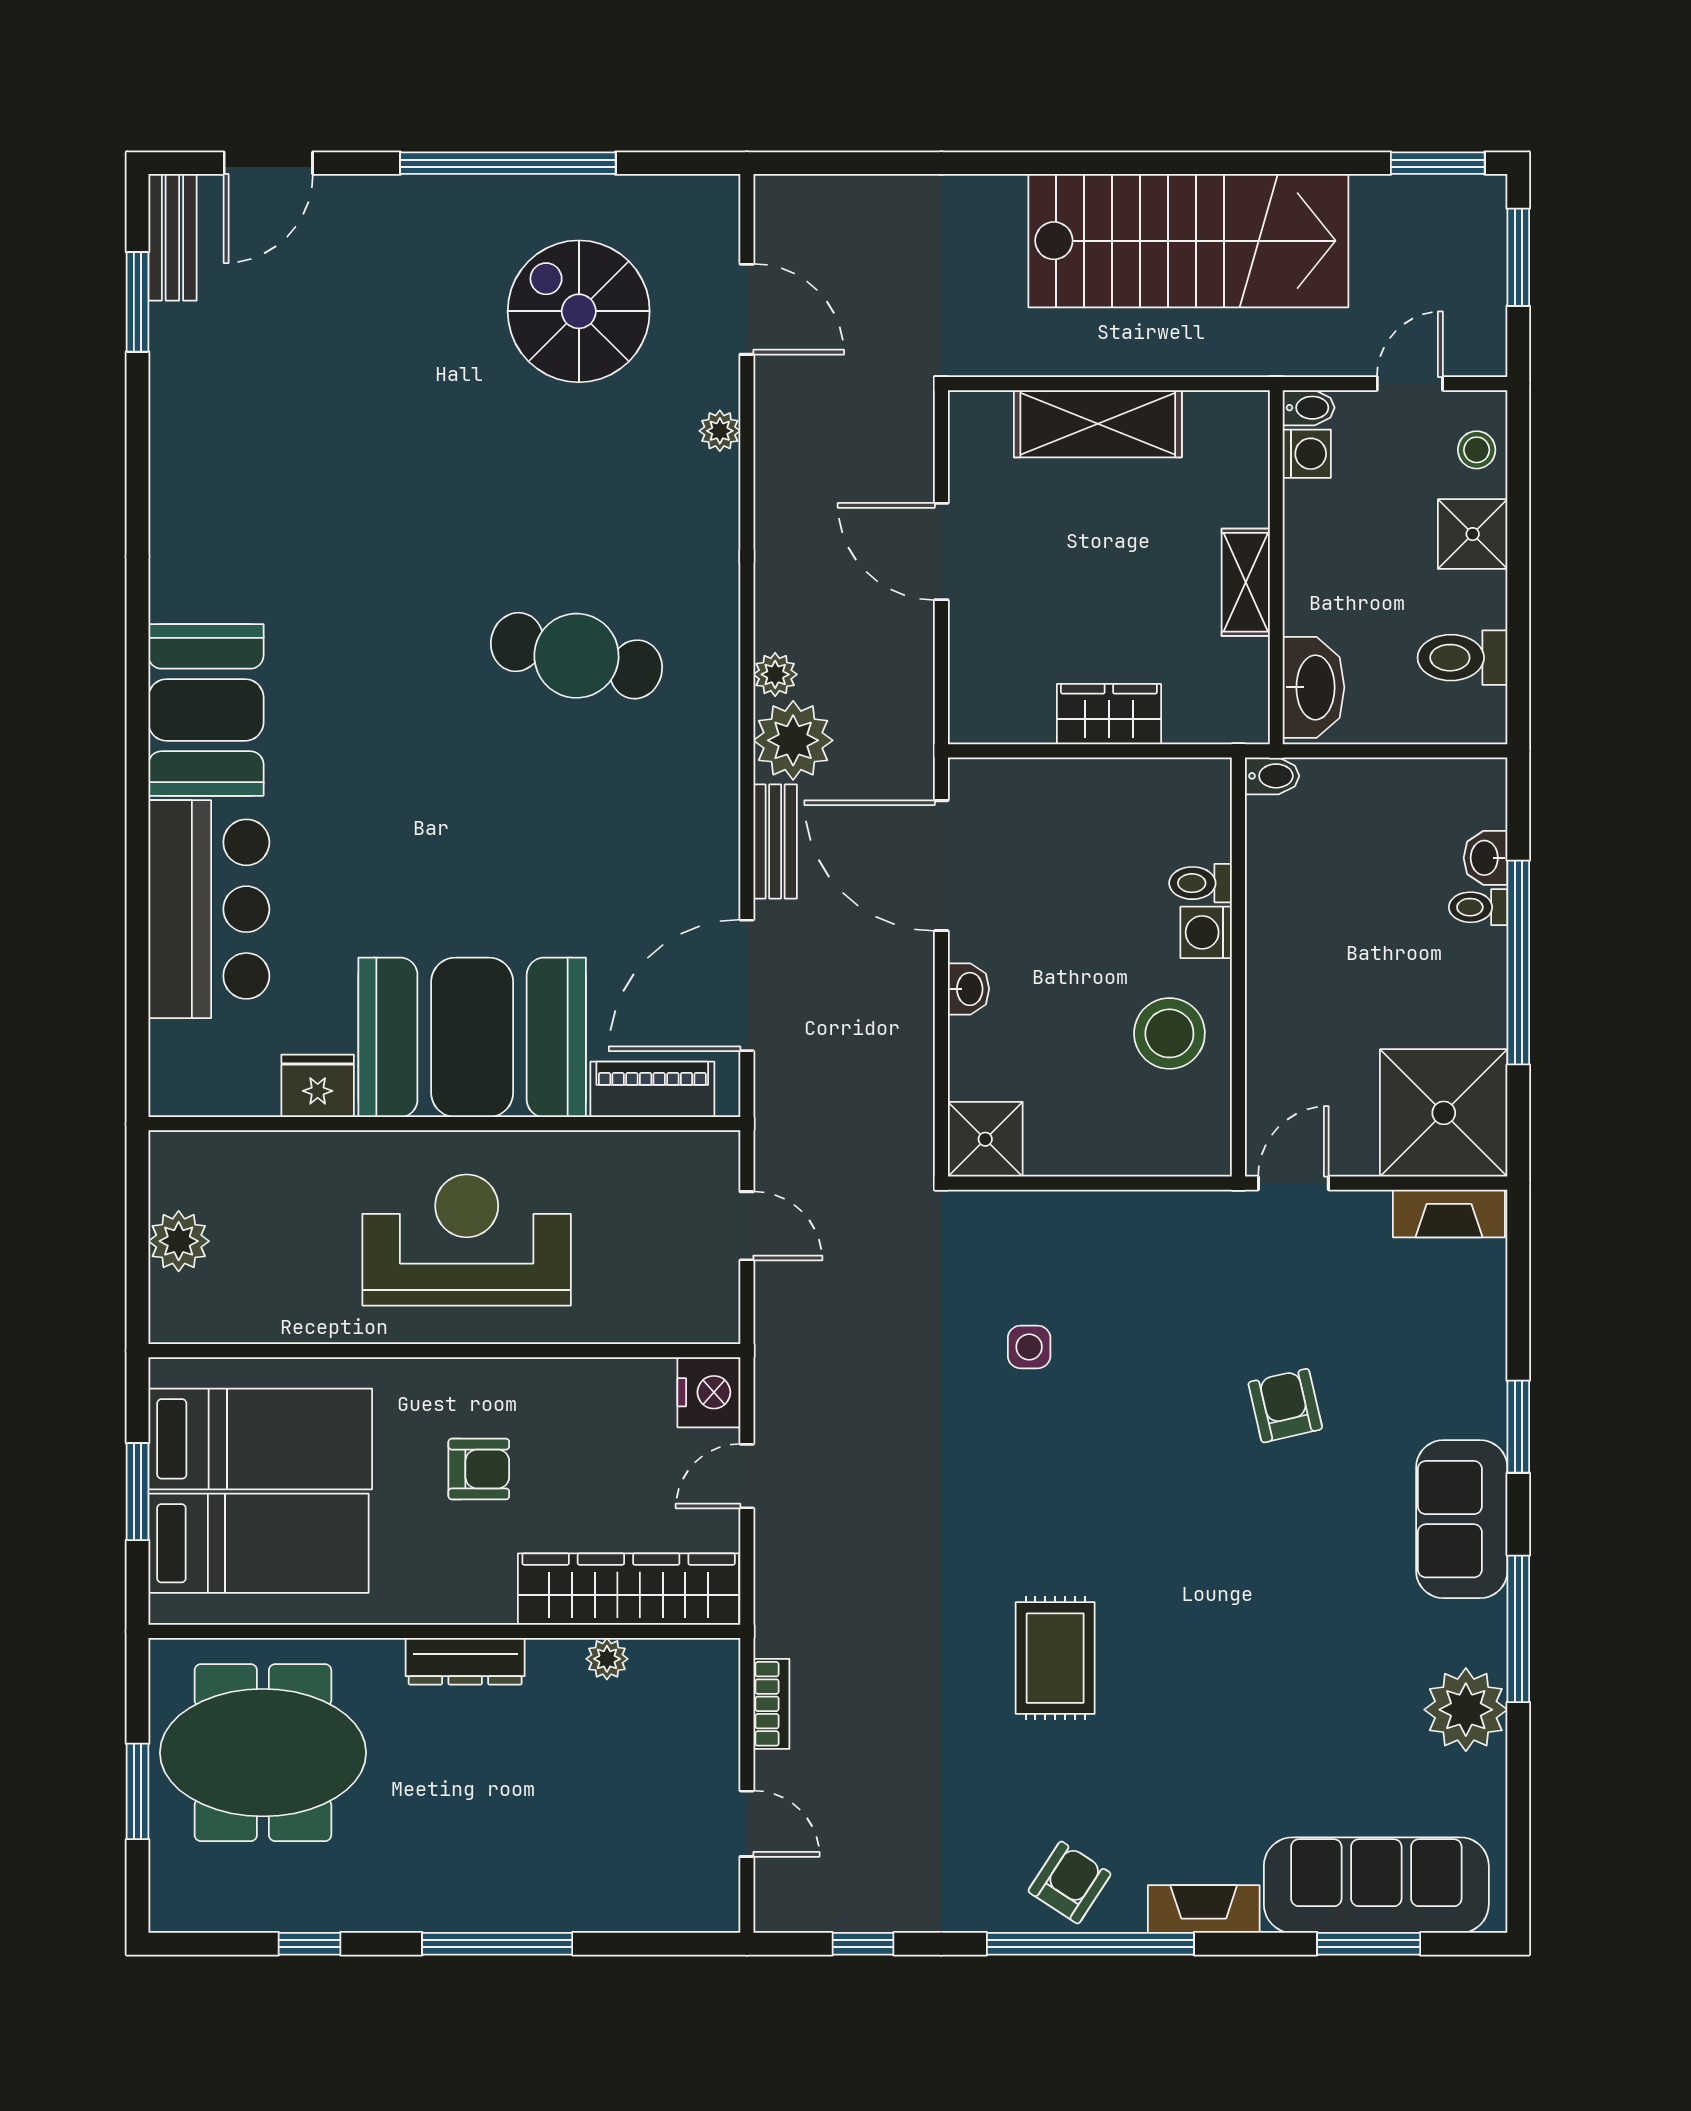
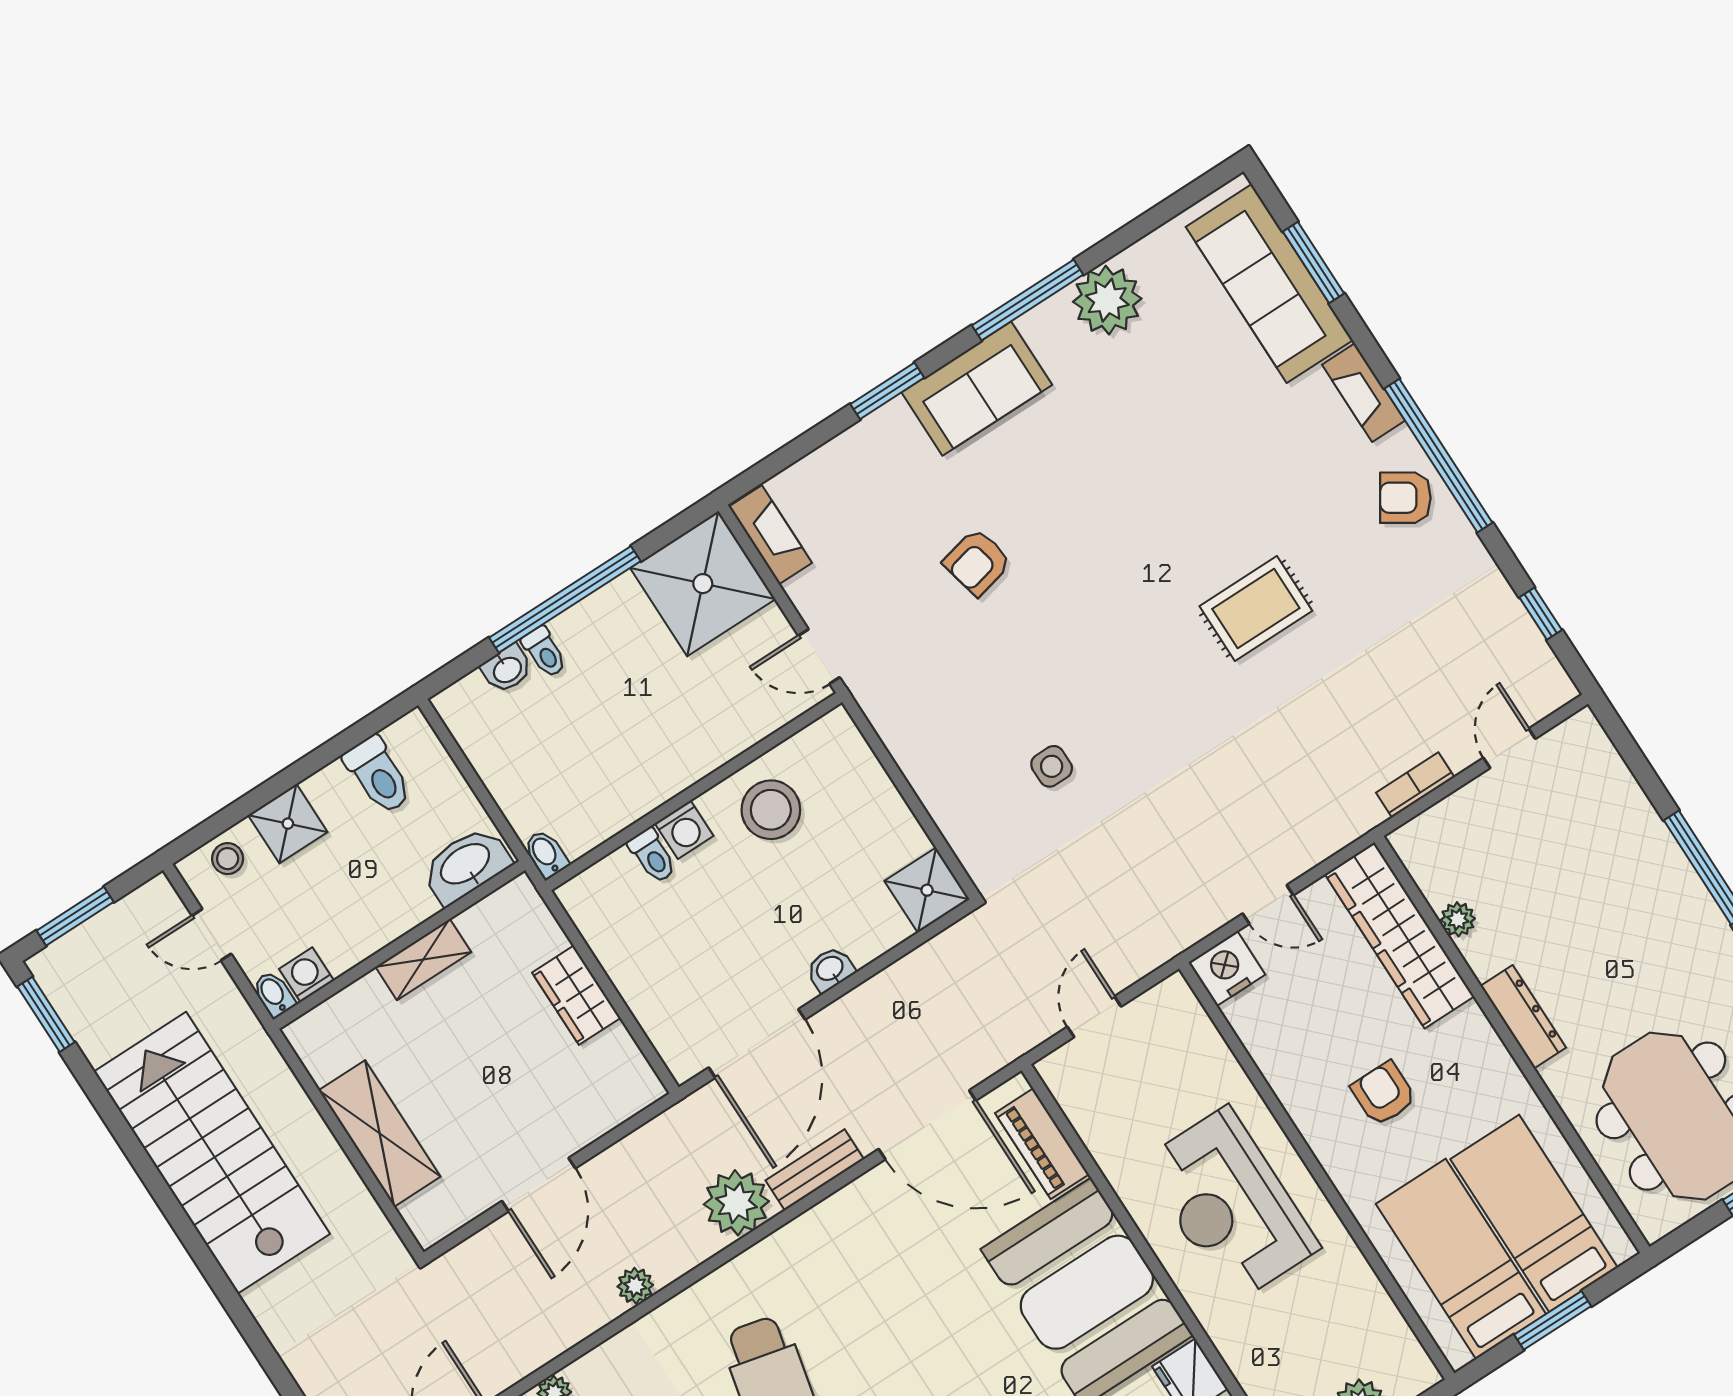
plant: (775, 674) -> (635, 1286), moved

